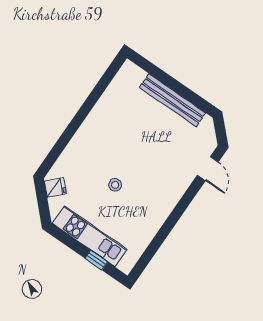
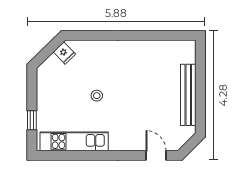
door: (208, 169) -> (156, 155), swing flipped
kitchen unit: (90, 236) -> (74, 141), moved, turned -90

